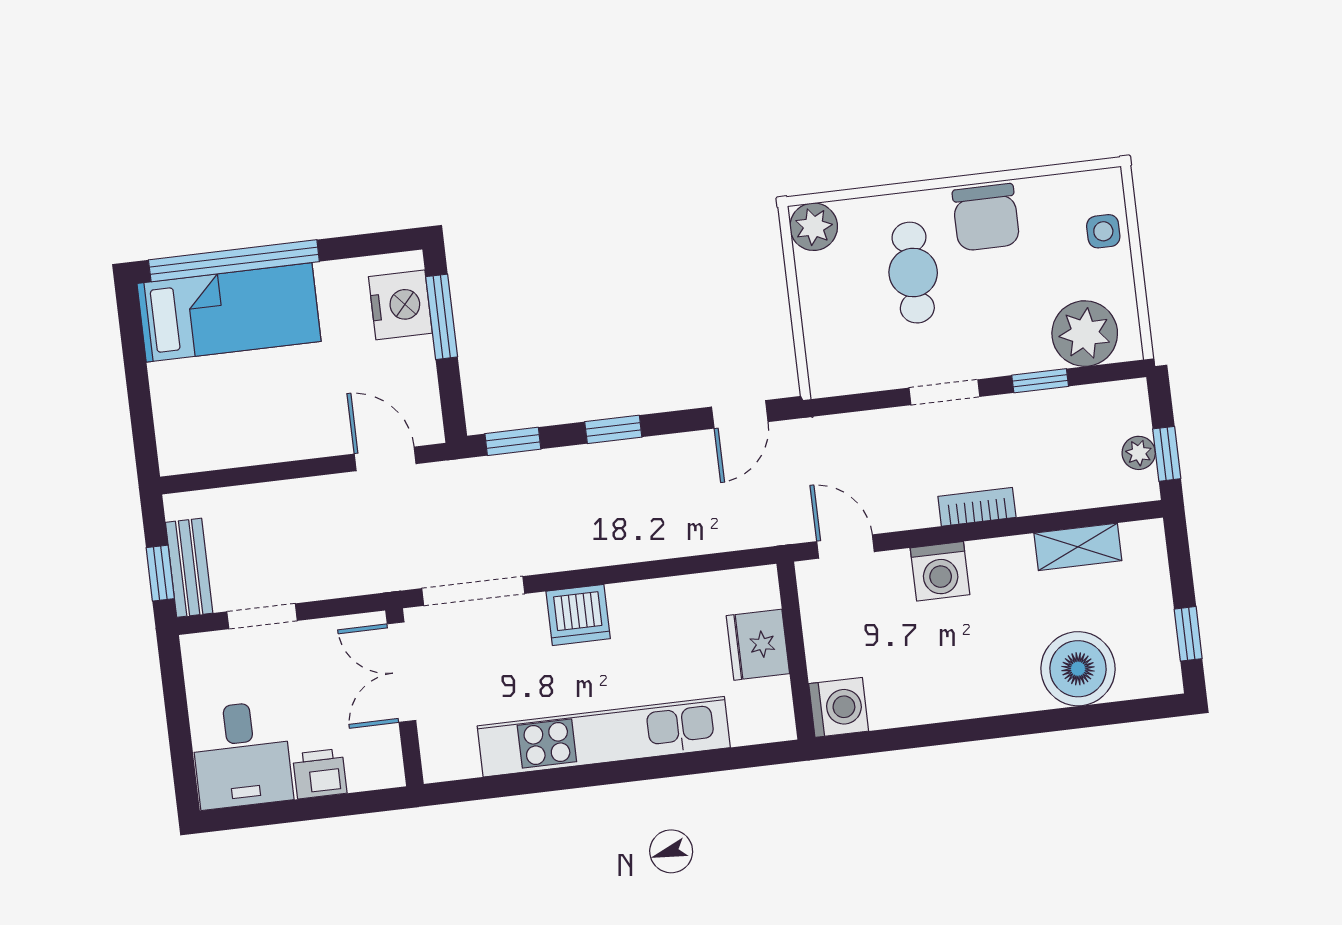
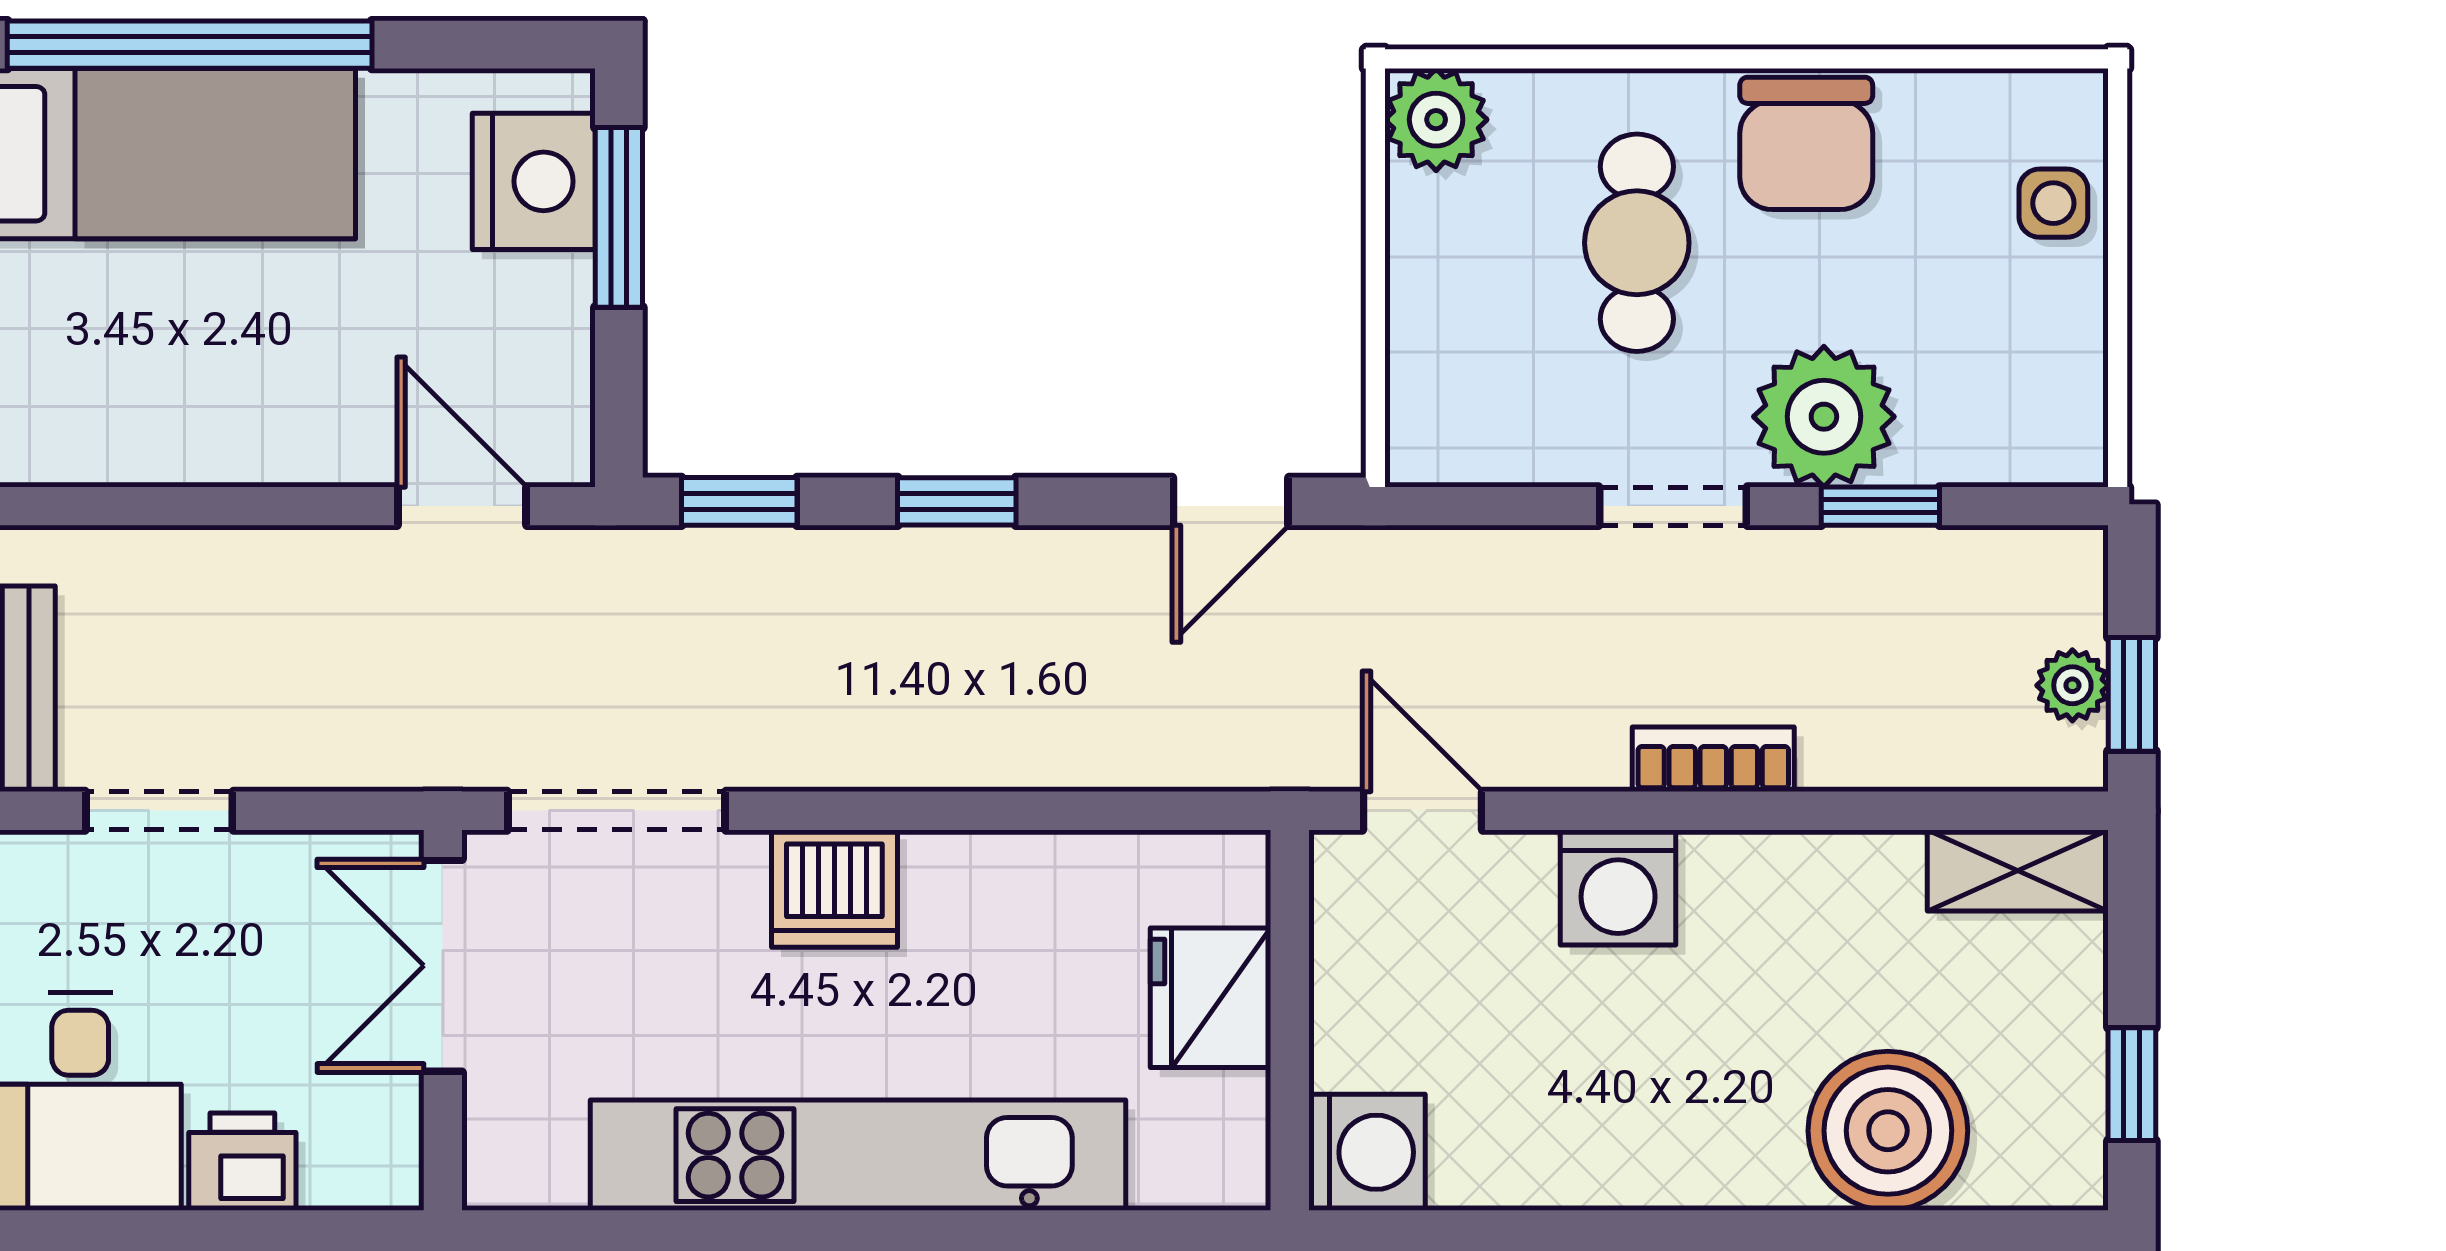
plant: (1085, 334) -> (1824, 417), moved
shelving: (1078, 547) -> (2018, 870), moved

